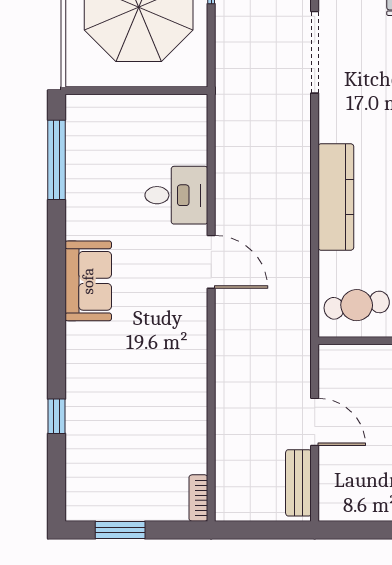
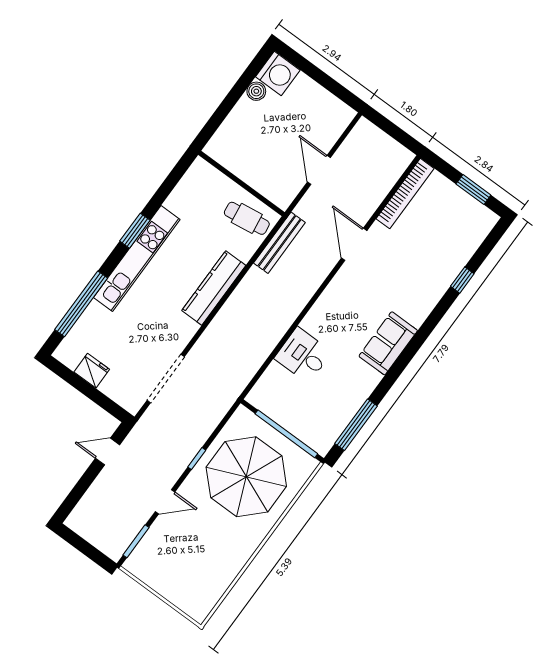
window: (129, 91) -> (286, 434), added
door: (211, 262) -> (354, 244), moved
bench: (298, 483) -> (279, 243), moved, width x1.36
bookcase: (198, 498) -> (405, 194), width x2.31, depth x1.31

